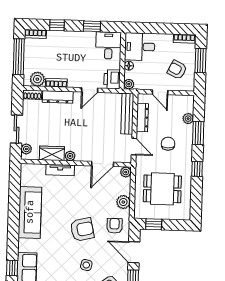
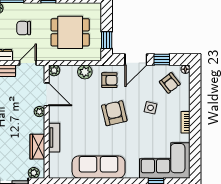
plant: (70, 156) -> (39, 112), moved
dining table: (162, 189) -> (70, 32), turned 90
armchair: (114, 226) -> (109, 80), turned 180

